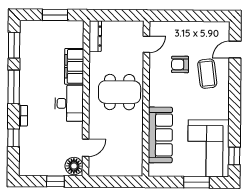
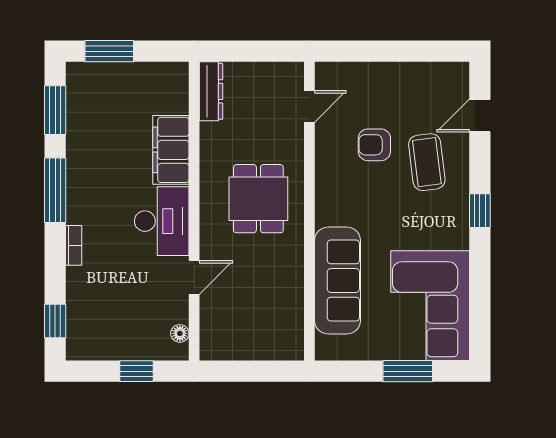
window: (55, 15) -> (109, 51), moved
dining table: (120, 92) -> (258, 199), width x0.73
window: (13, 138) -> (55, 321), moved
door: (86, 148) -> (194, 278), moved
window: (234, 156) -> (480, 211), moved
floor lamp: (74, 166) -> (180, 333), width x0.53, depth x0.53

